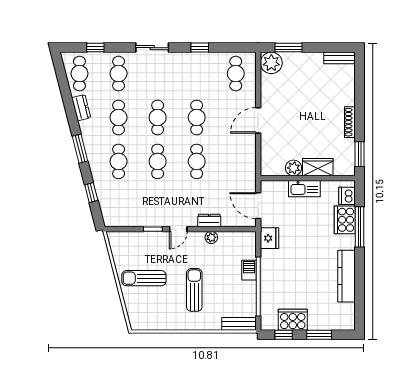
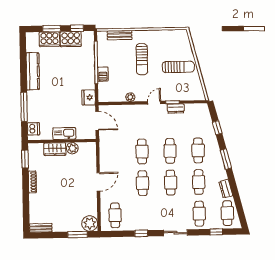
cooker: (345, 220) -> (49, 39), moved, turned 90
dresser: (209, 221) -> (176, 108), moved
bench: (239, 324) -> (120, 35), moved

